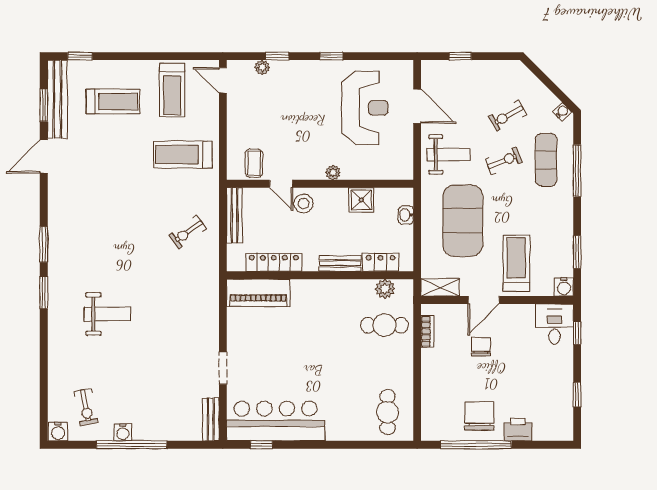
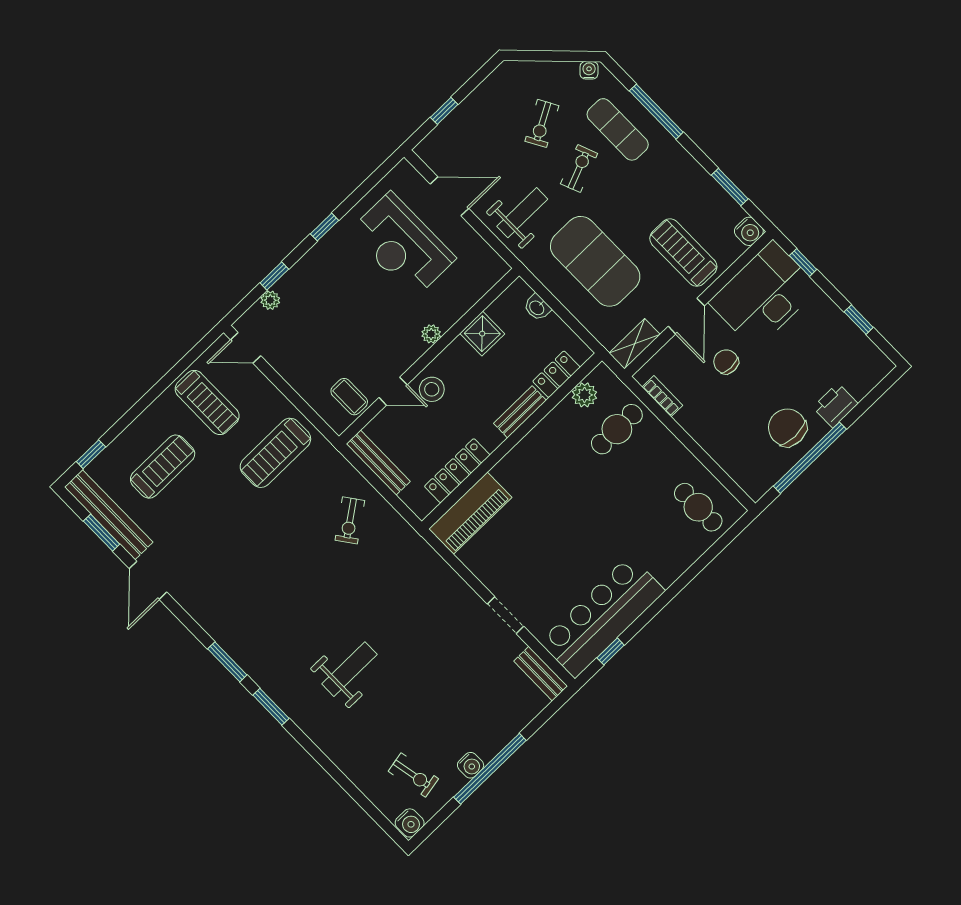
reception desk: (365, 108) -> (402, 245), turned 180
desk: (554, 324) -> (764, 295), width x1.87, depth x1.30

